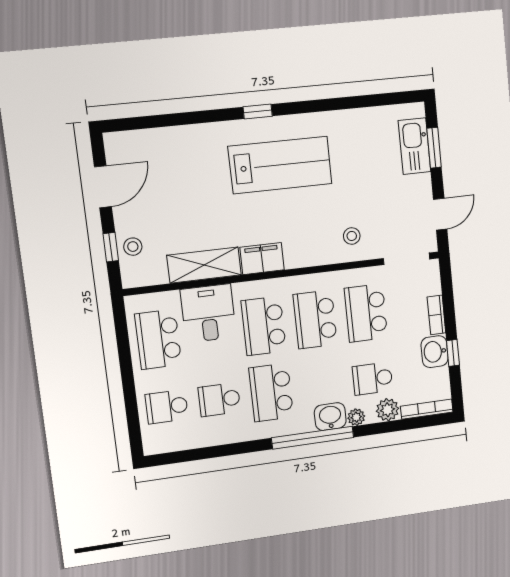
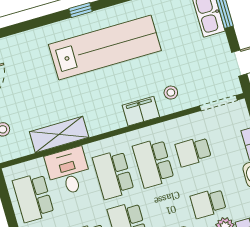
lab bench: (280, 165) -> (105, 48), width x1.36
filing cabinet: (262, 259) -> (141, 111), moved
school desk: (366, 313) -> (193, 151), width x0.54

